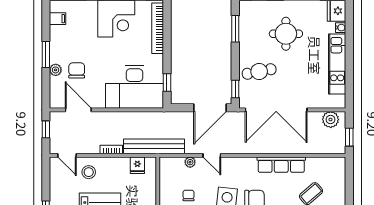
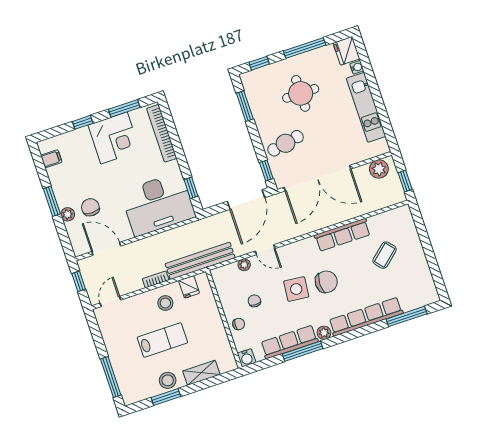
door: (67, 155) -> (110, 301), swing flipped
stool: (89, 172) -> (165, 303), moved

